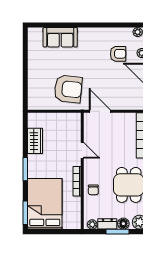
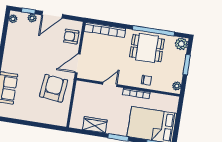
armchair: (118, 54) -> (71, 37), moved, turned -90
dresser: (107, 224) -> (178, 72), removed
floor lamp: (123, 224) -> (180, 58), removed

